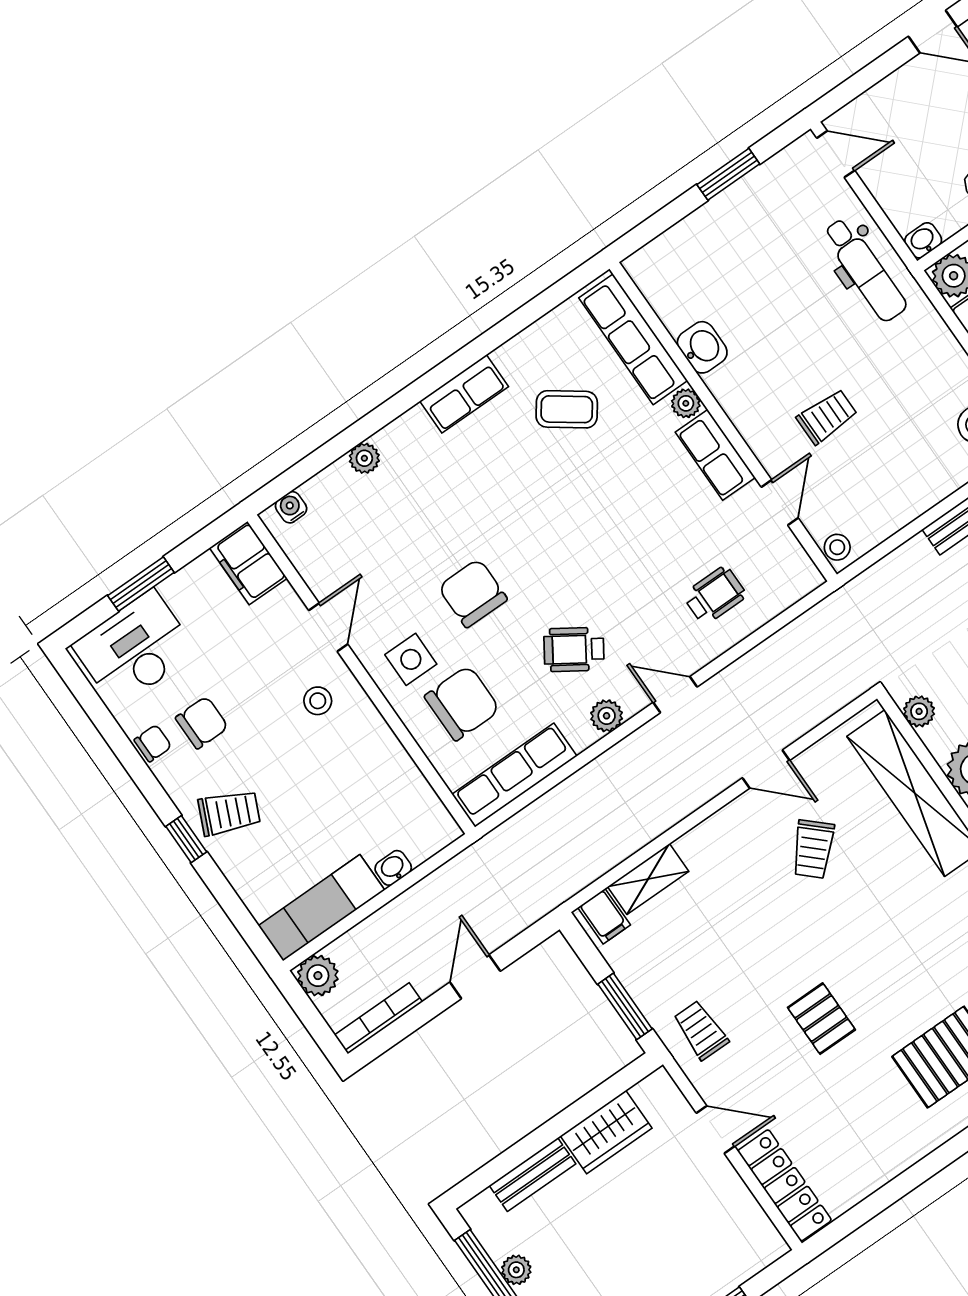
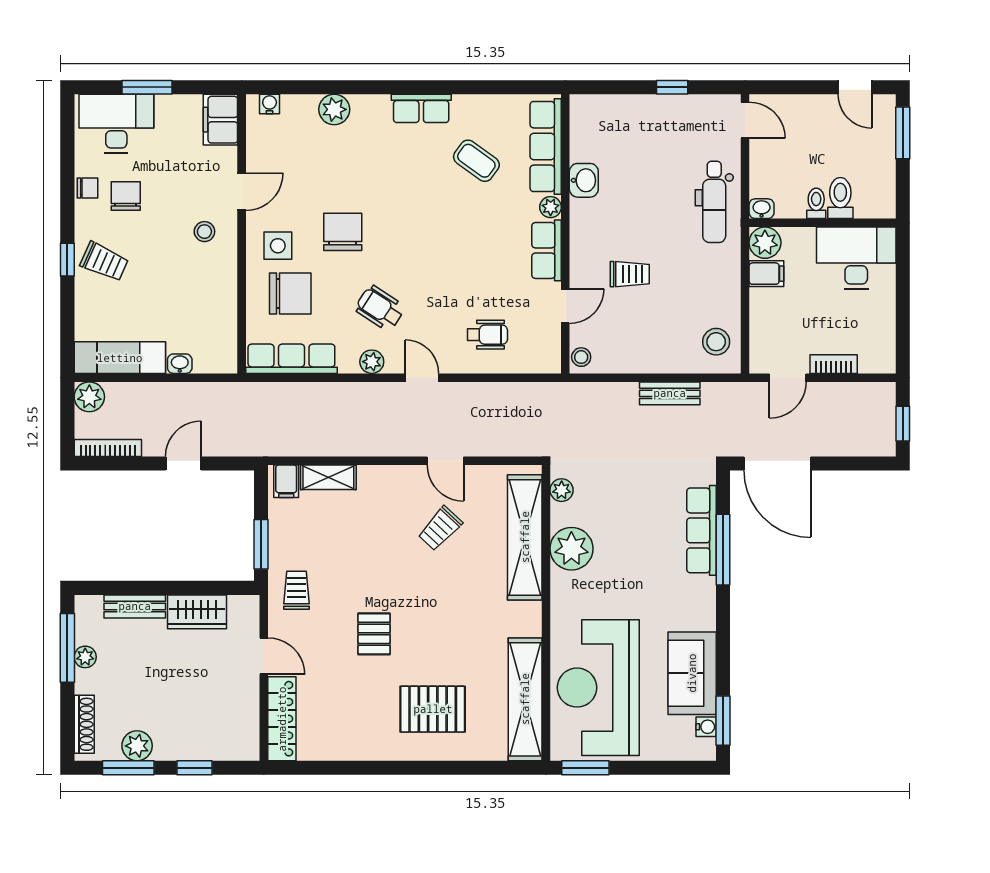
window: (728, 174) -> (672, 87), width x0.67
plant: (364, 458) -> (334, 109), width x1.38, depth x1.38
chair: (202, 723) -> (126, 196), turned -90

